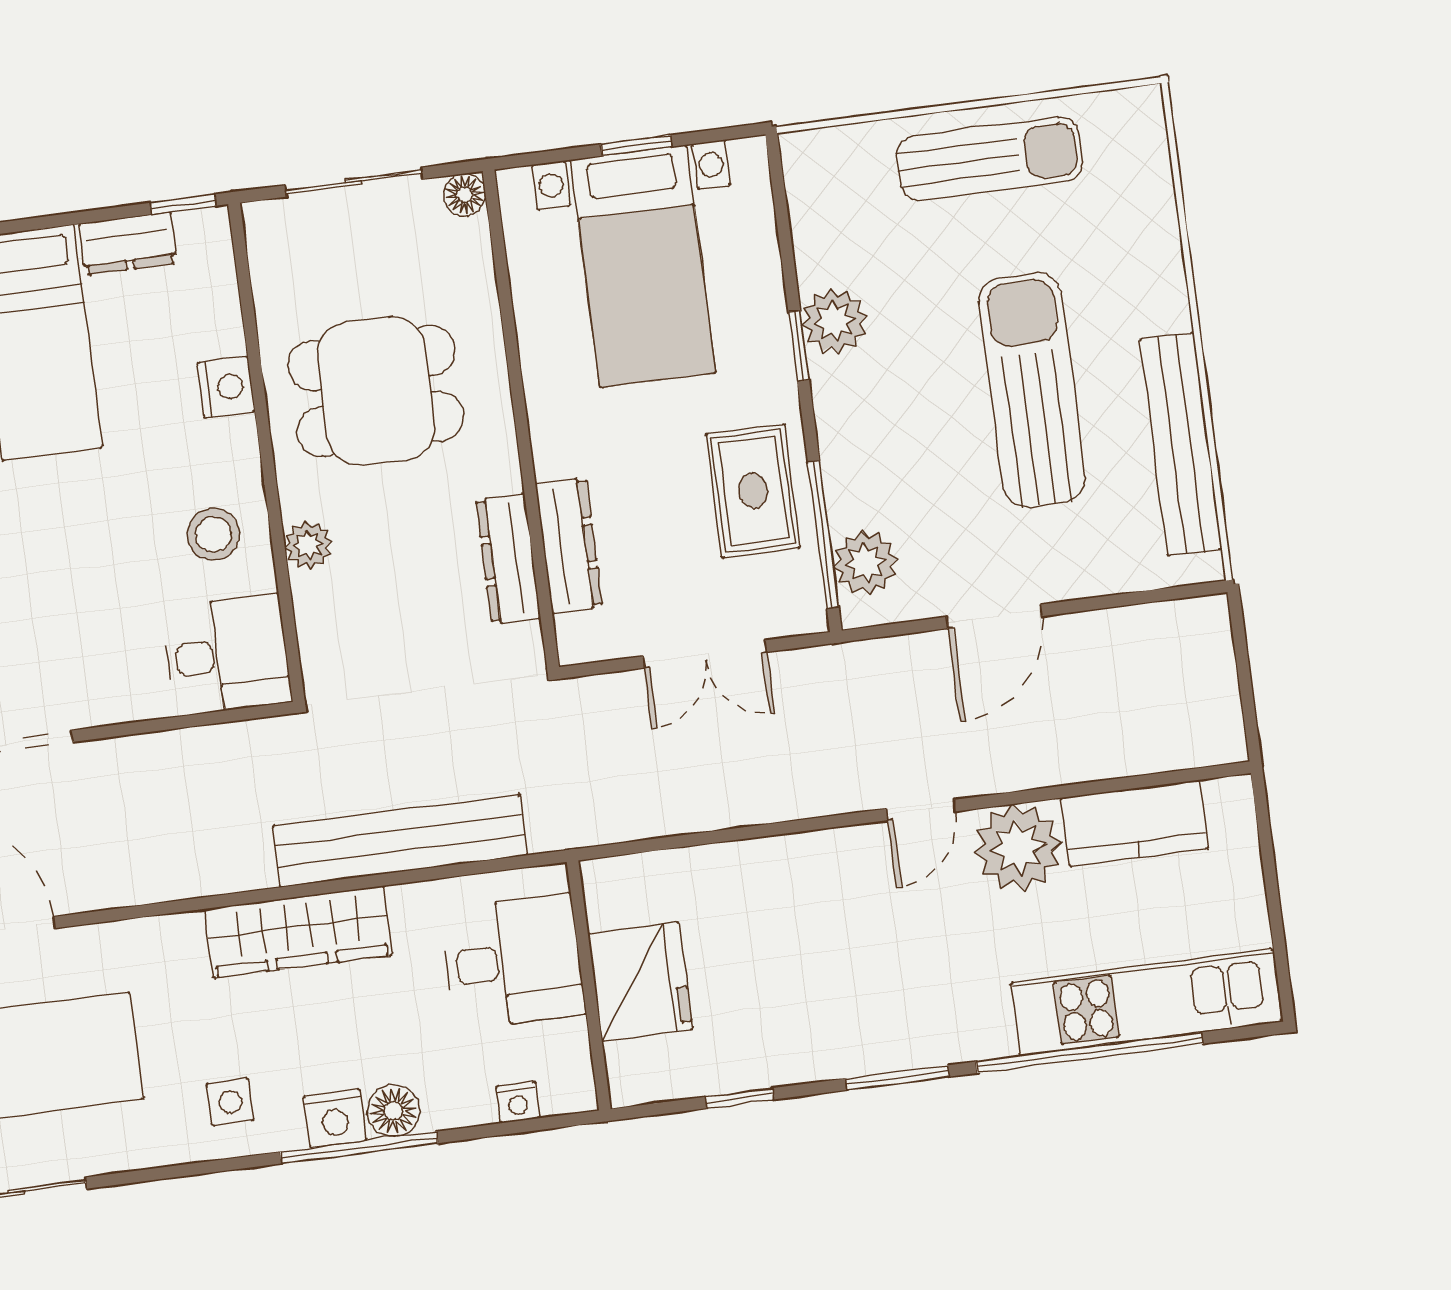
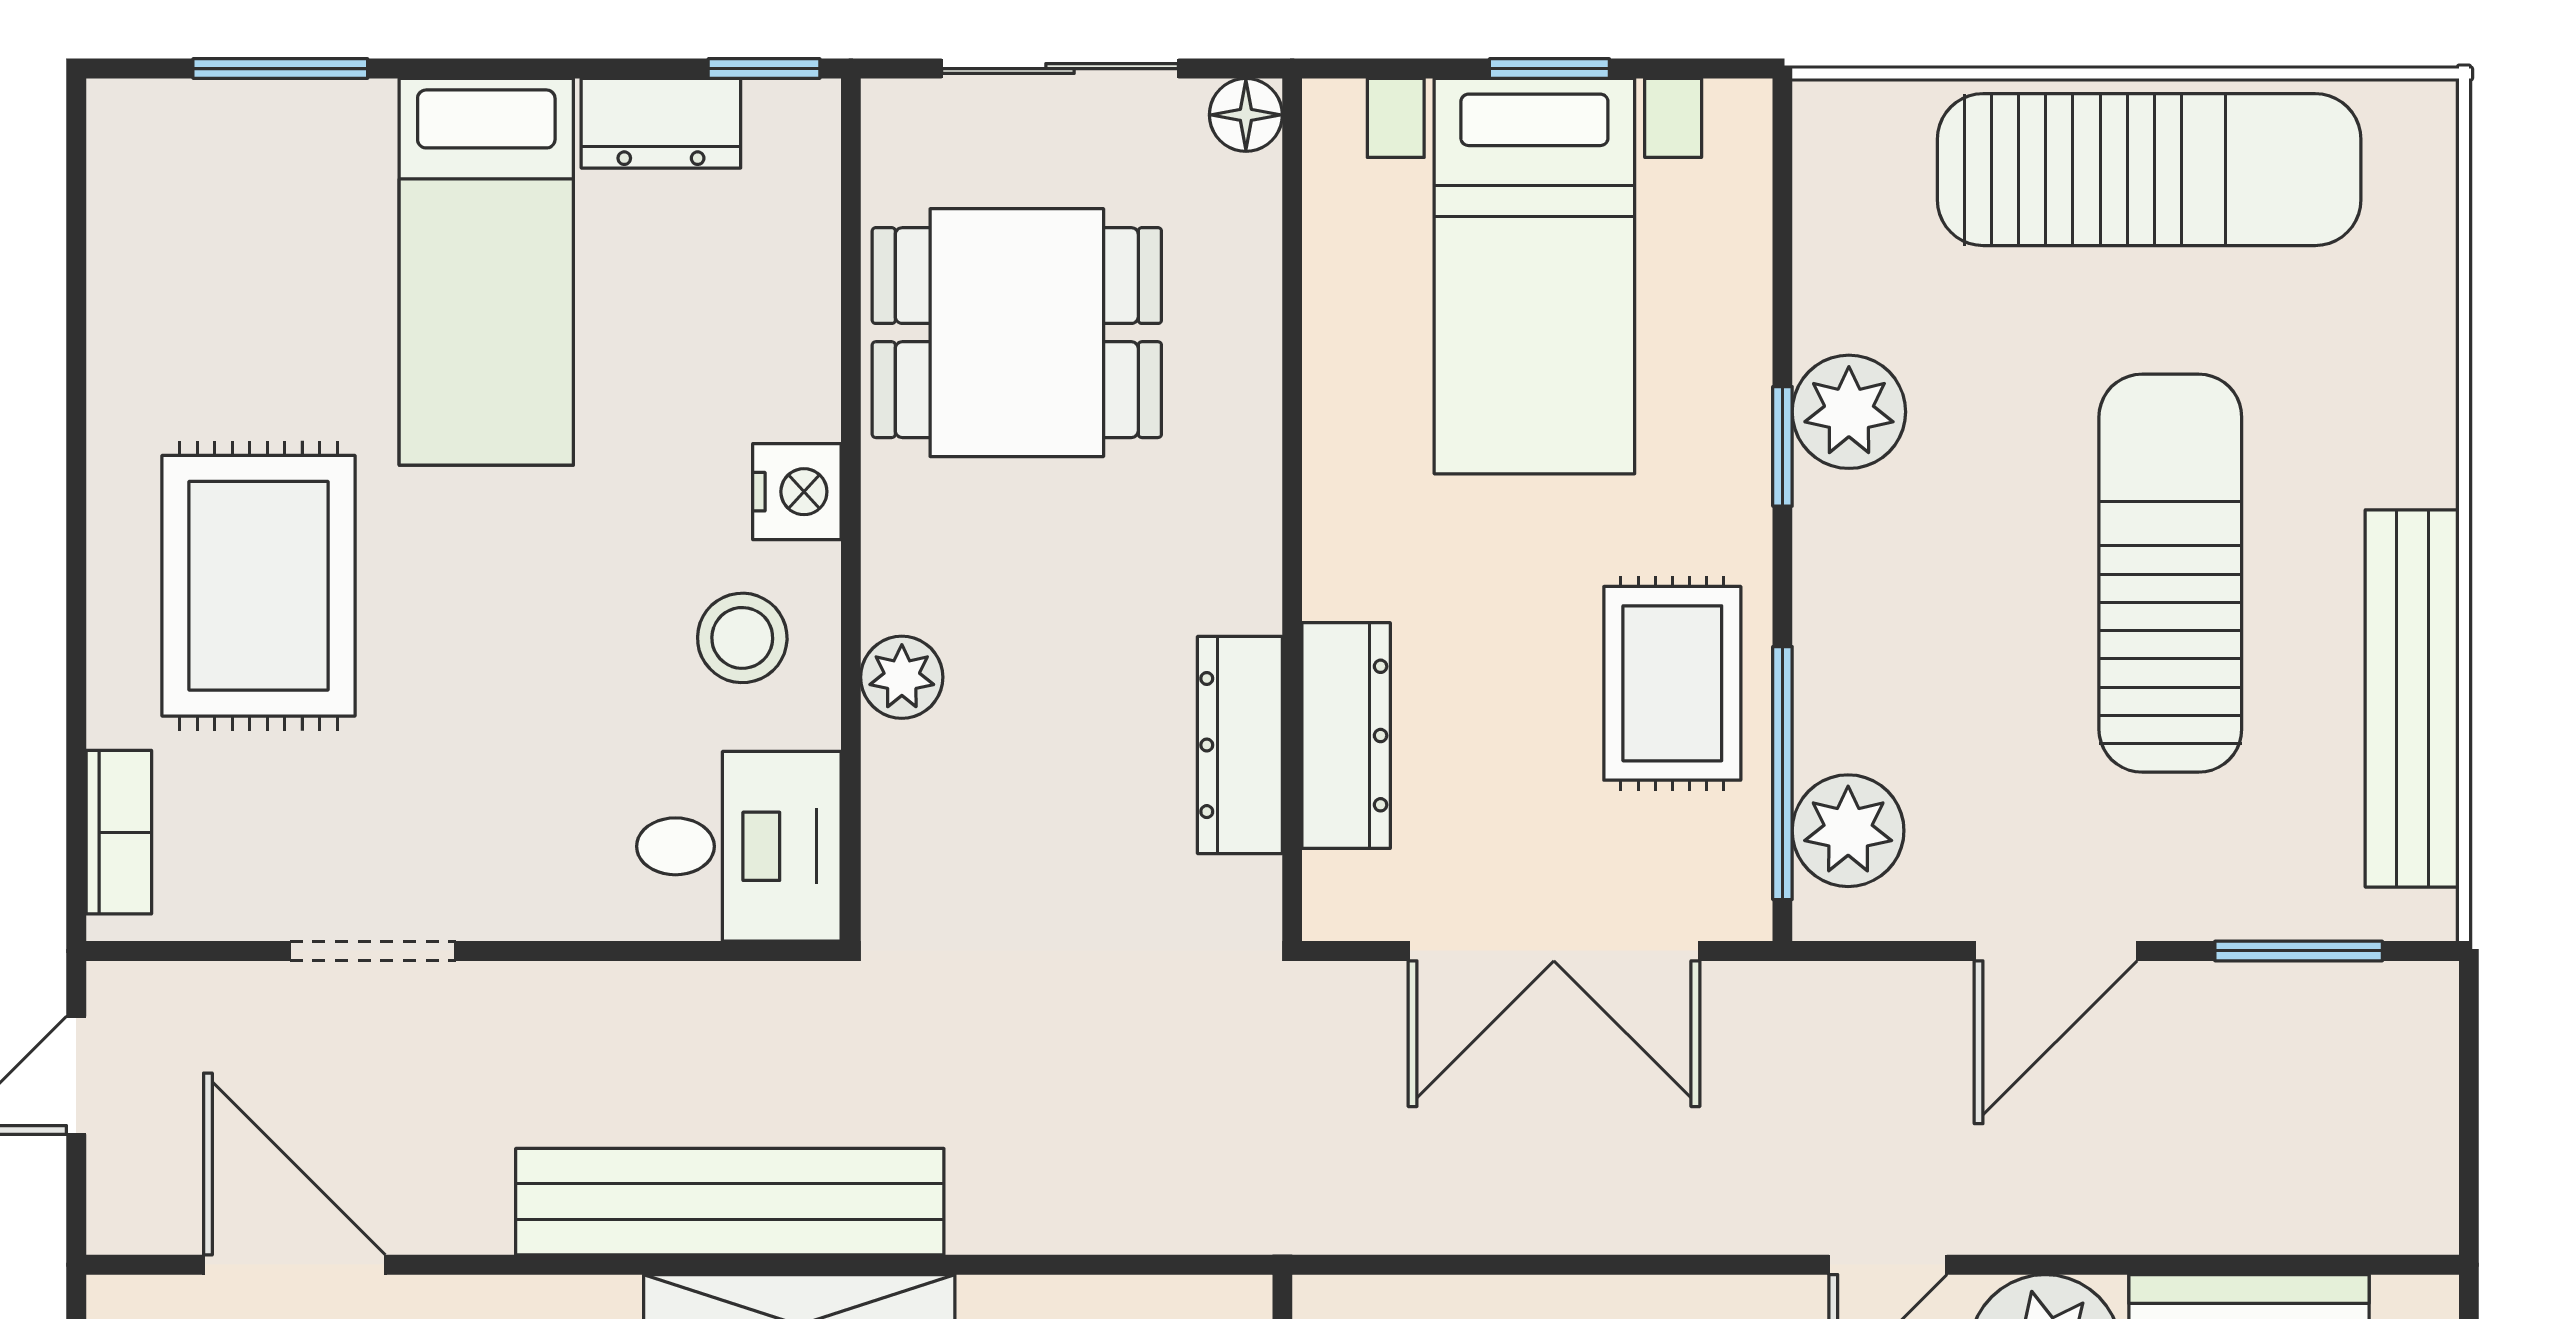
sun lounger: (990, 159) -> (2149, 170), width x1.36, depth x1.34
nightstand: (226, 387) -> (797, 492), moved
dining table: (376, 391) -> (1017, 333), moved
window: (1134, 598) -> (2299, 951), added
double door: (705, 654) -> (1554, 951), width x1.37
bench: (400, 841) -> (730, 1202), moved

